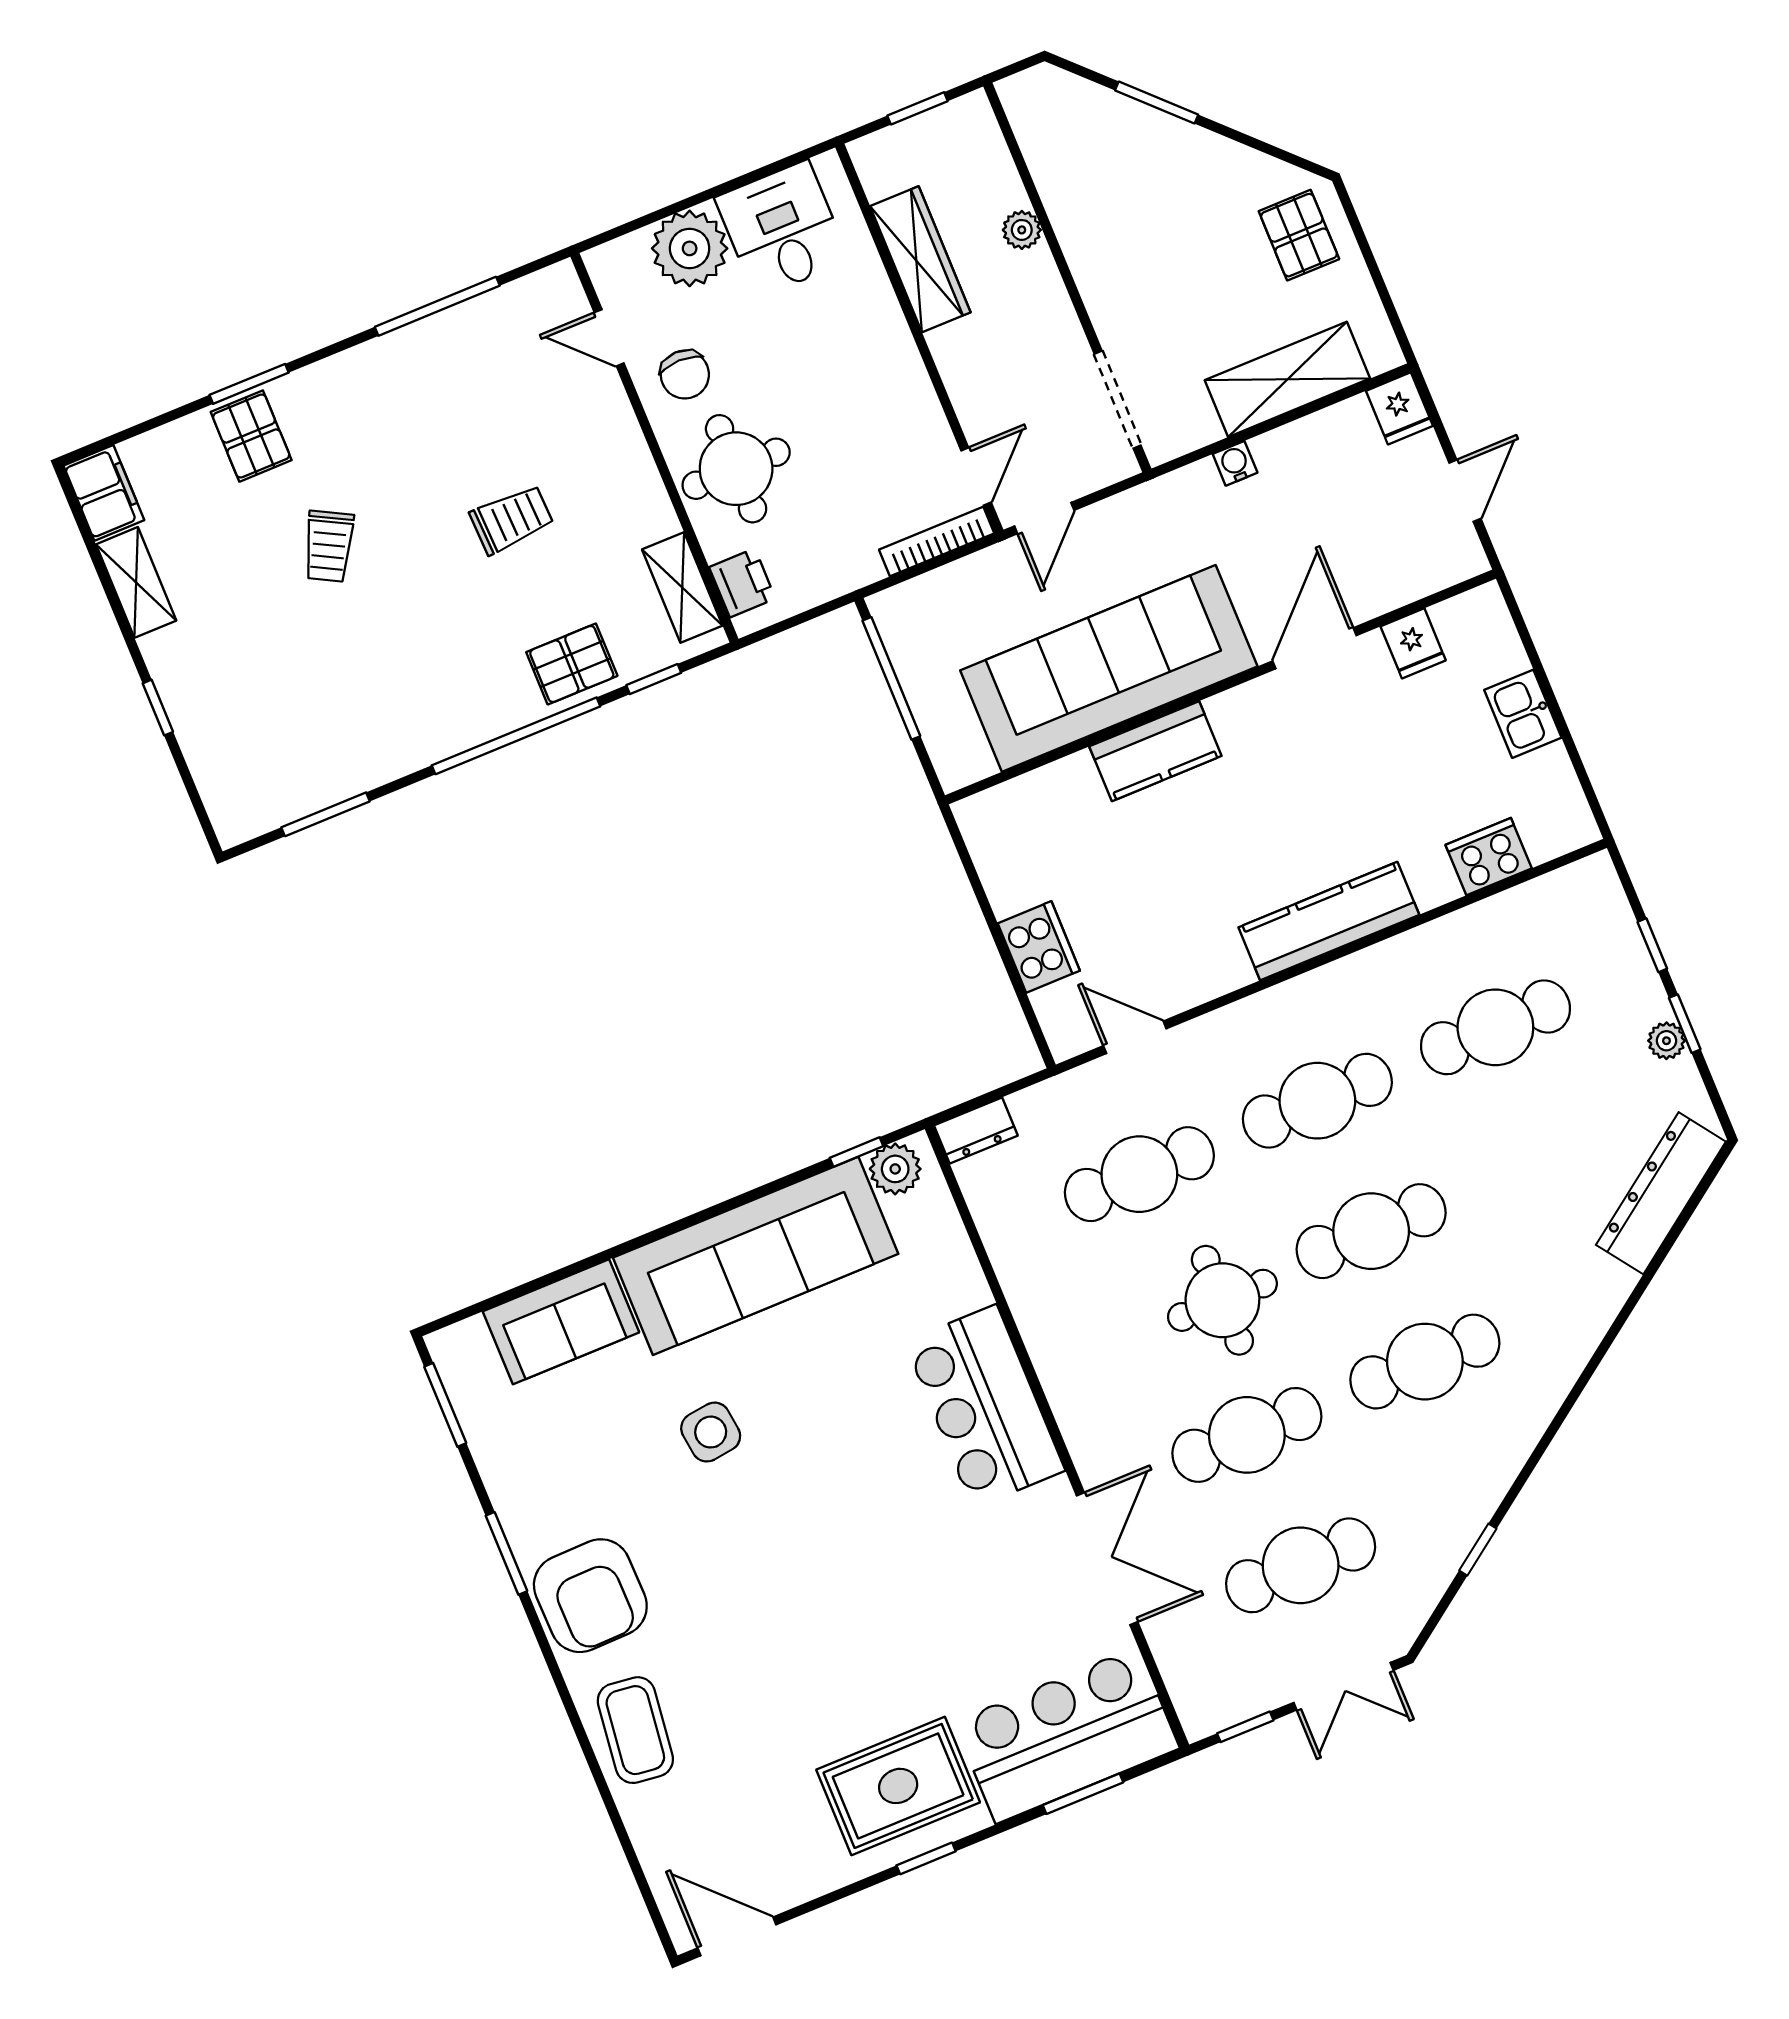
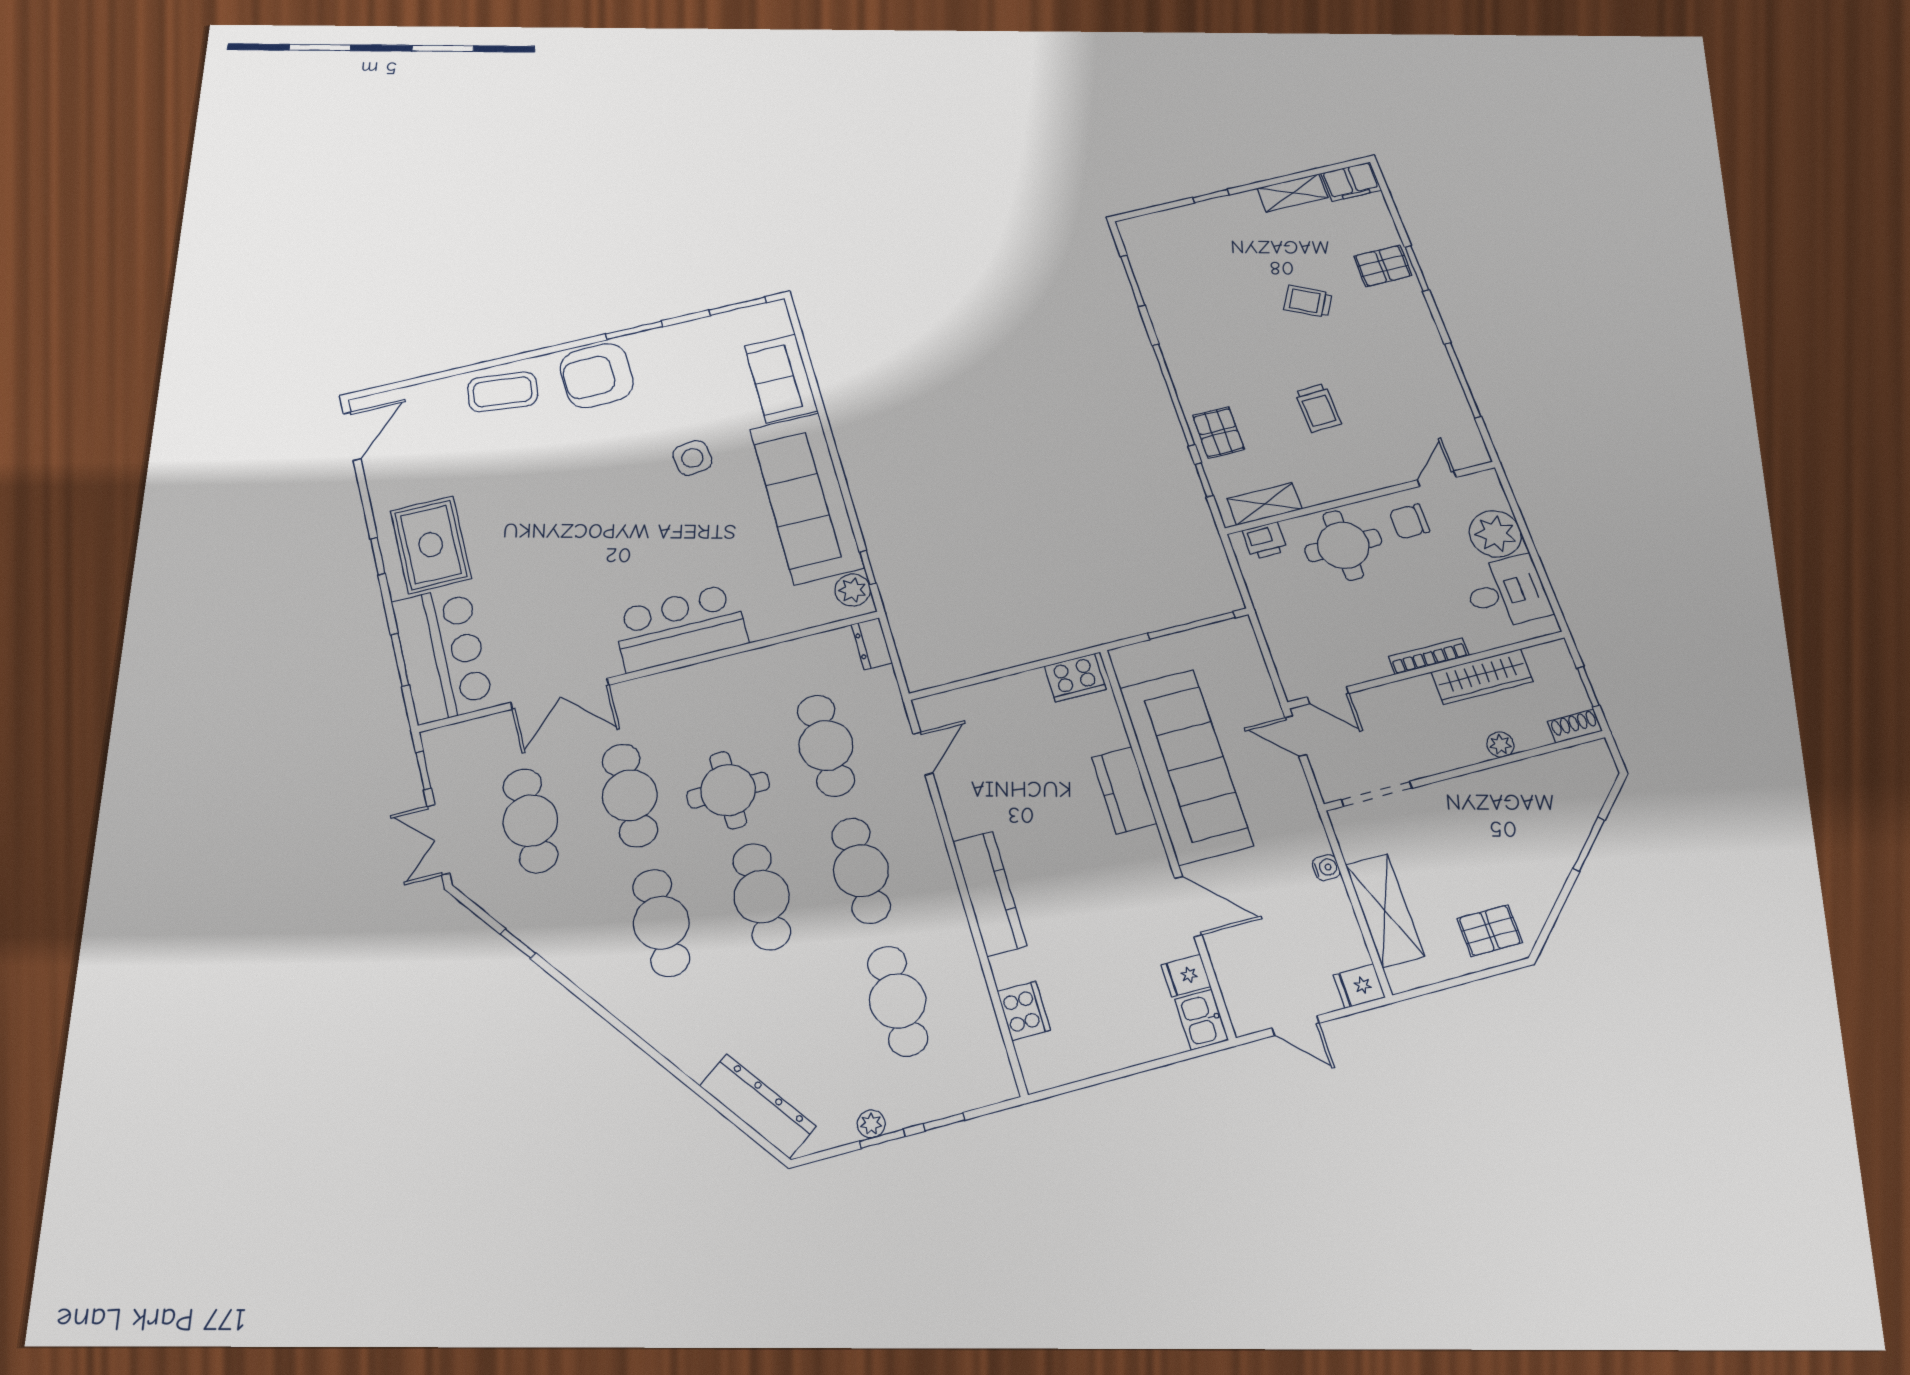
shoe rack: (981, 126) -> (1575, 726), added
bookcase: (937, 542) -> (1429, 656), moved, turned -90
kitchen sink: (1523, 714) -> (1201, 1020), moved, turned -90
cooker: (1039, 947) -> (1075, 678), moved

